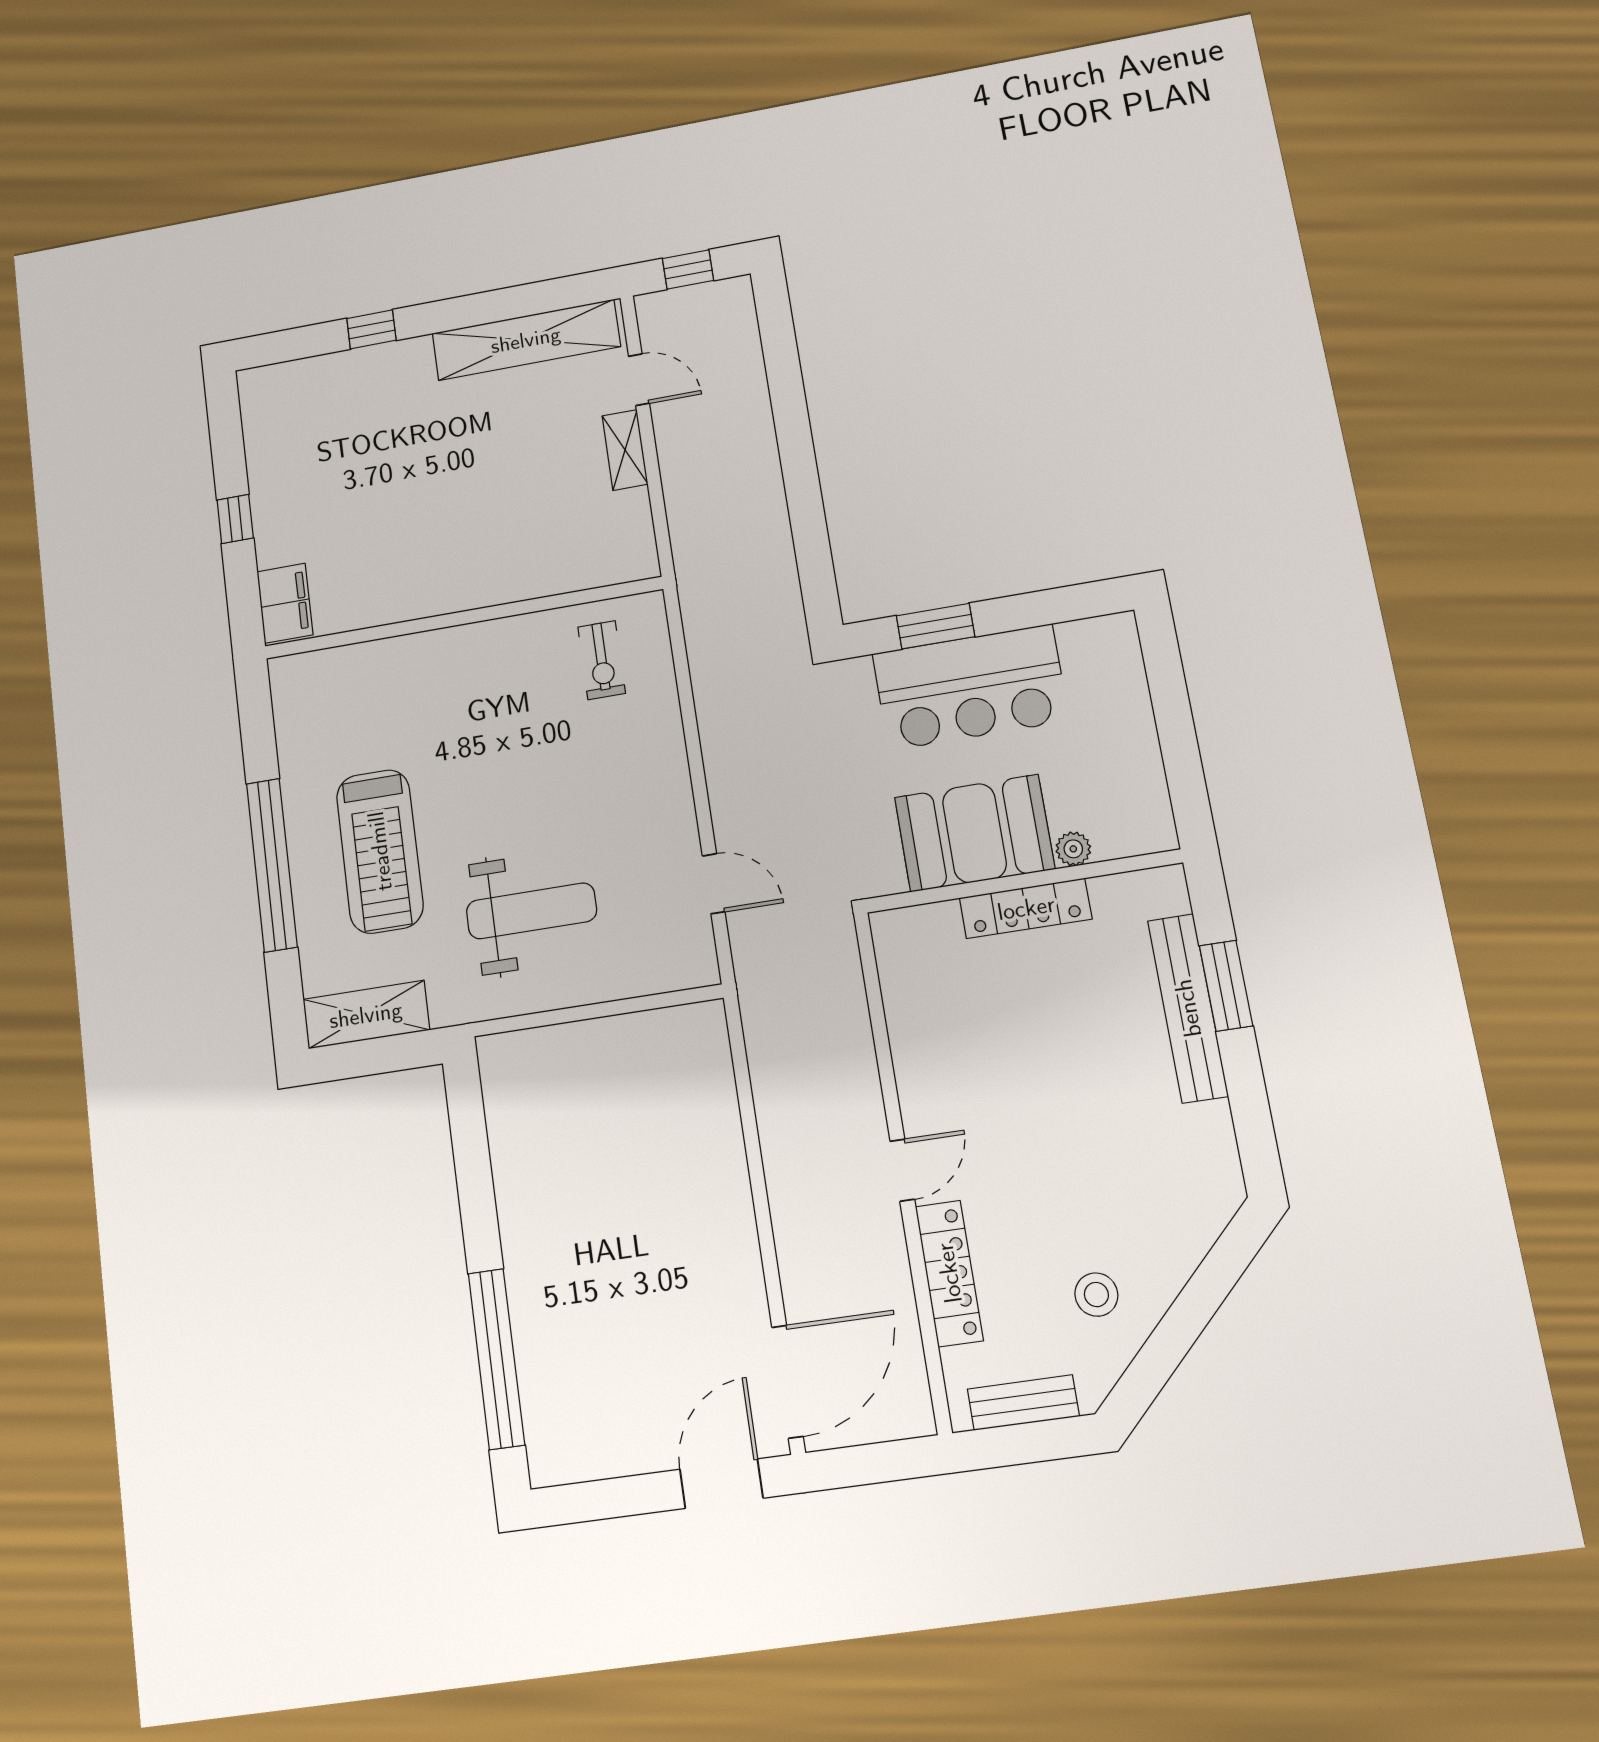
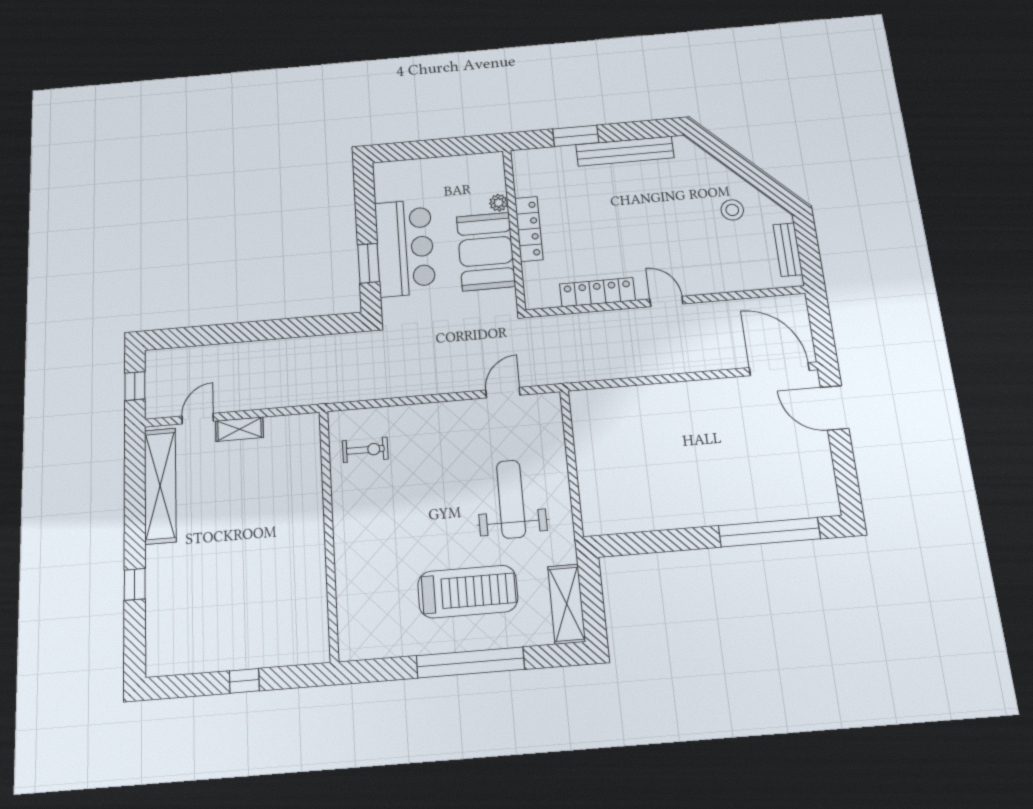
filing cabinet: (285, 603) -> (304, 648), removed
bench: (1188, 1008) -> (625, 151), moved
locker: (949, 1273) -> (597, 292), moved

